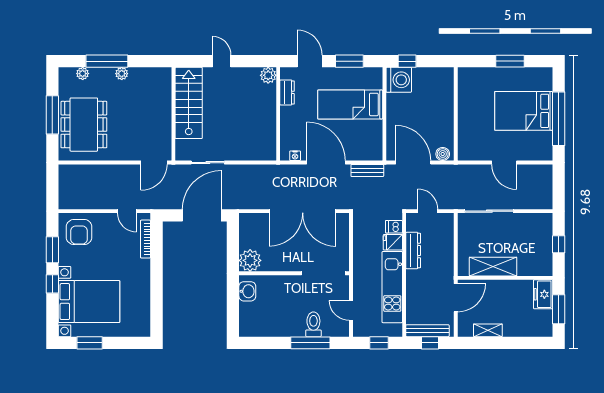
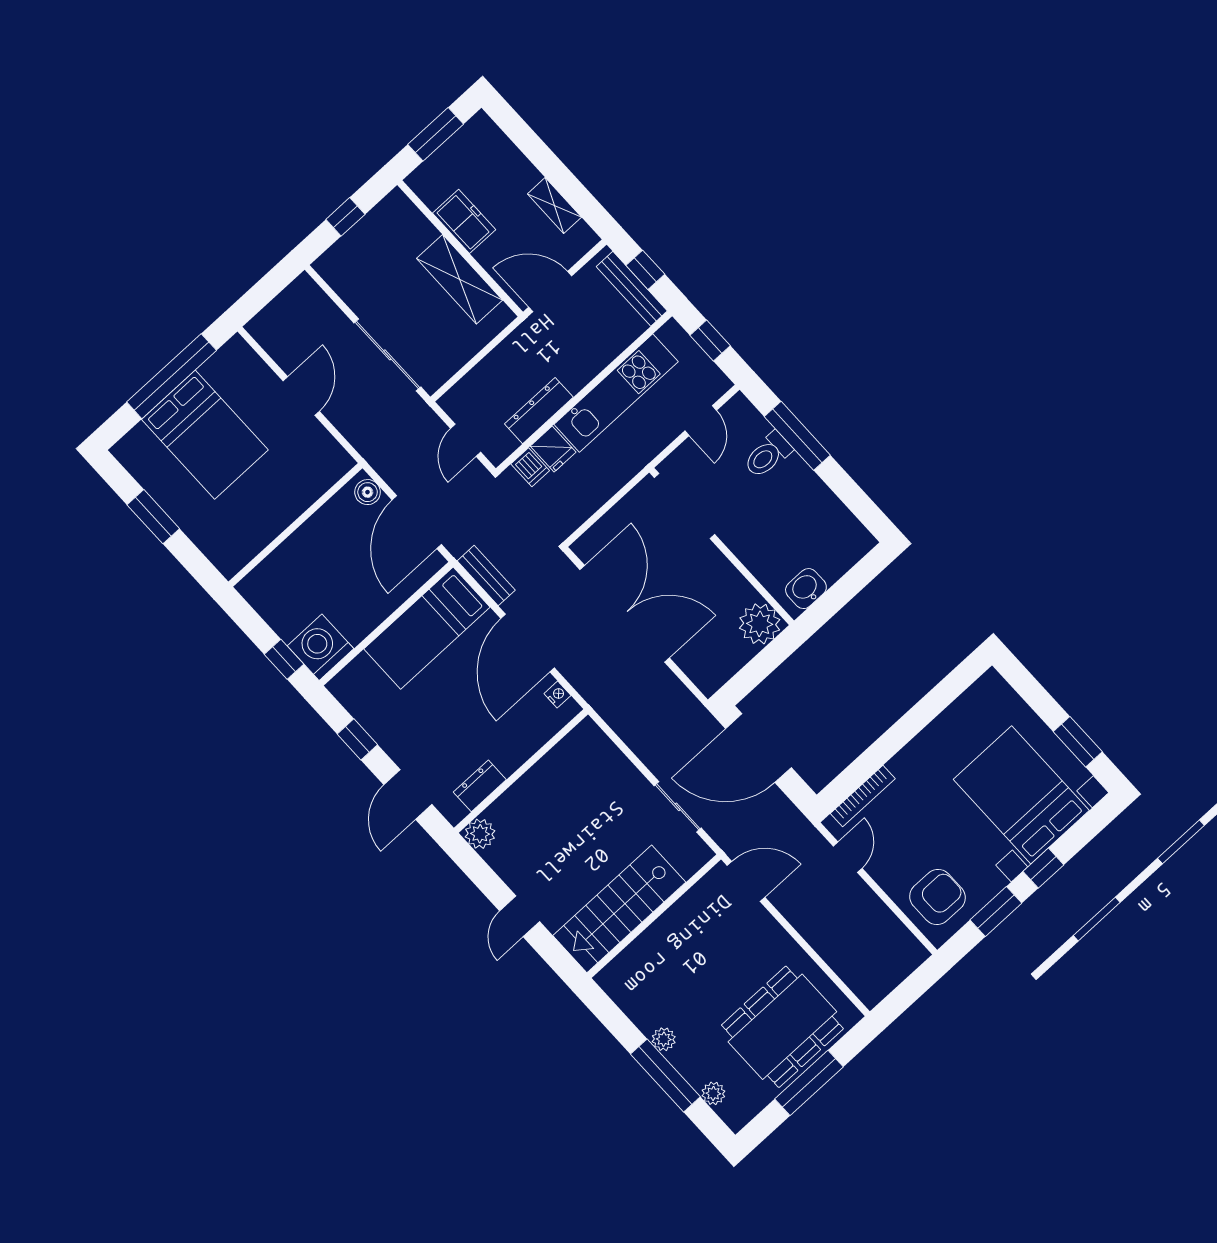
window: (349, 61) -> (357, 739), width x0.67
bed: (350, 104) -> (427, 628), moved, turned 90
freezer: (543, 294) -> (464, 221), moved, turned -90

